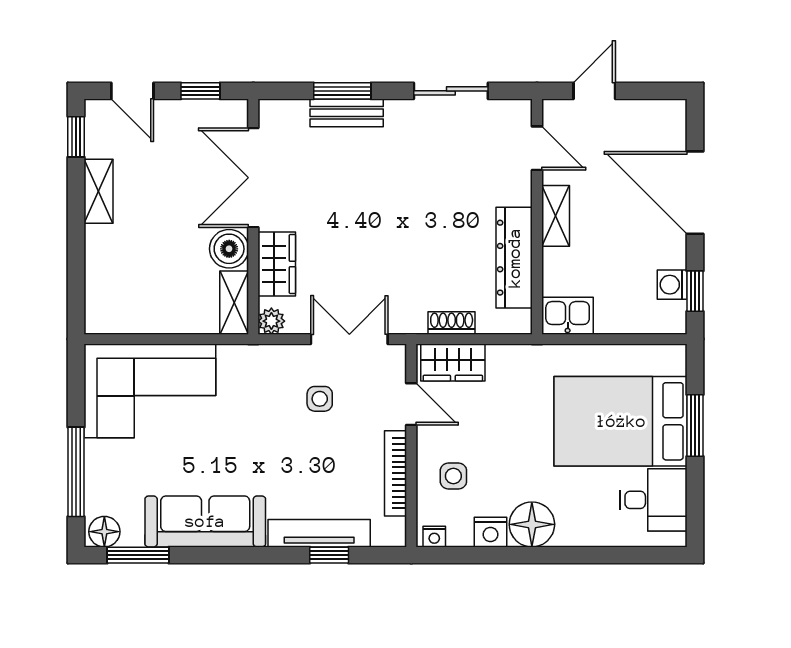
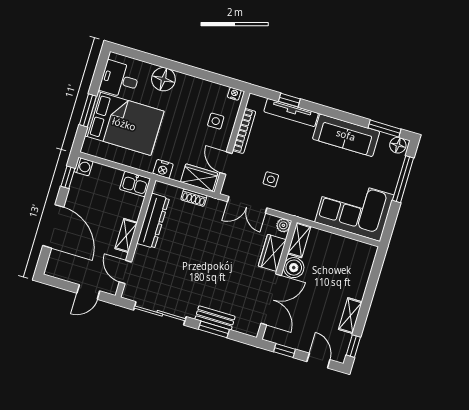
sliding door: (451, 91) -> (160, 313), width x1.37
washing machine: (672, 285) -> (83, 167), moved
floor lamp: (532, 524) -> (163, 79), moved
nightstand: (490, 532) -> (163, 169), moved, turned 180

